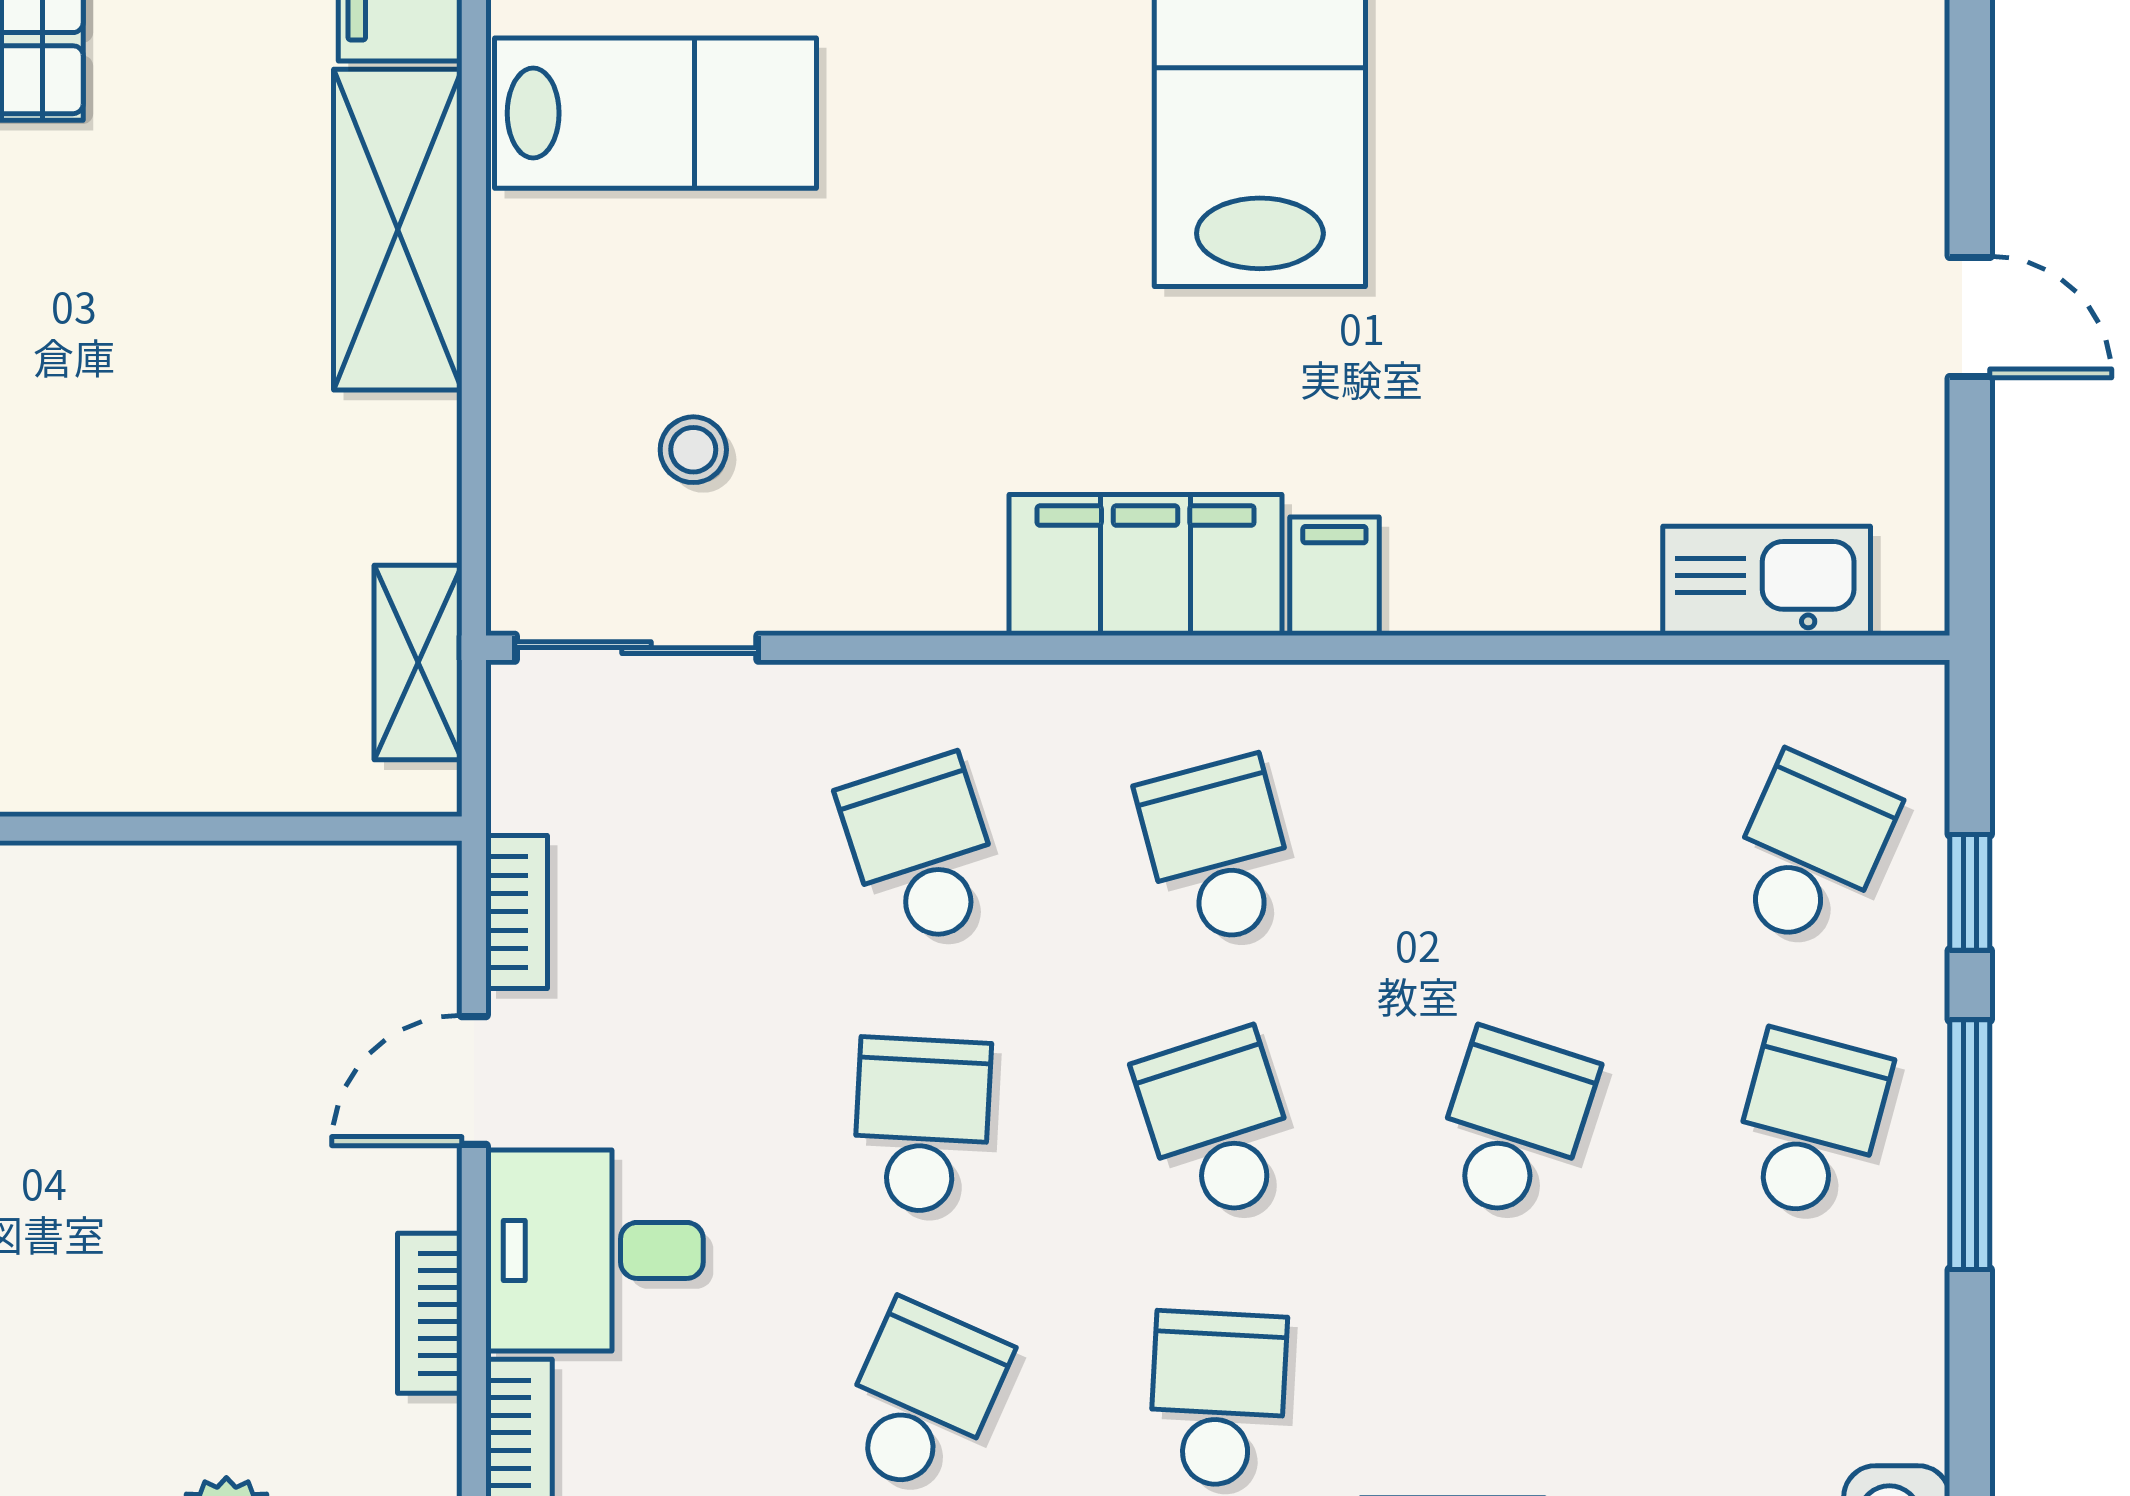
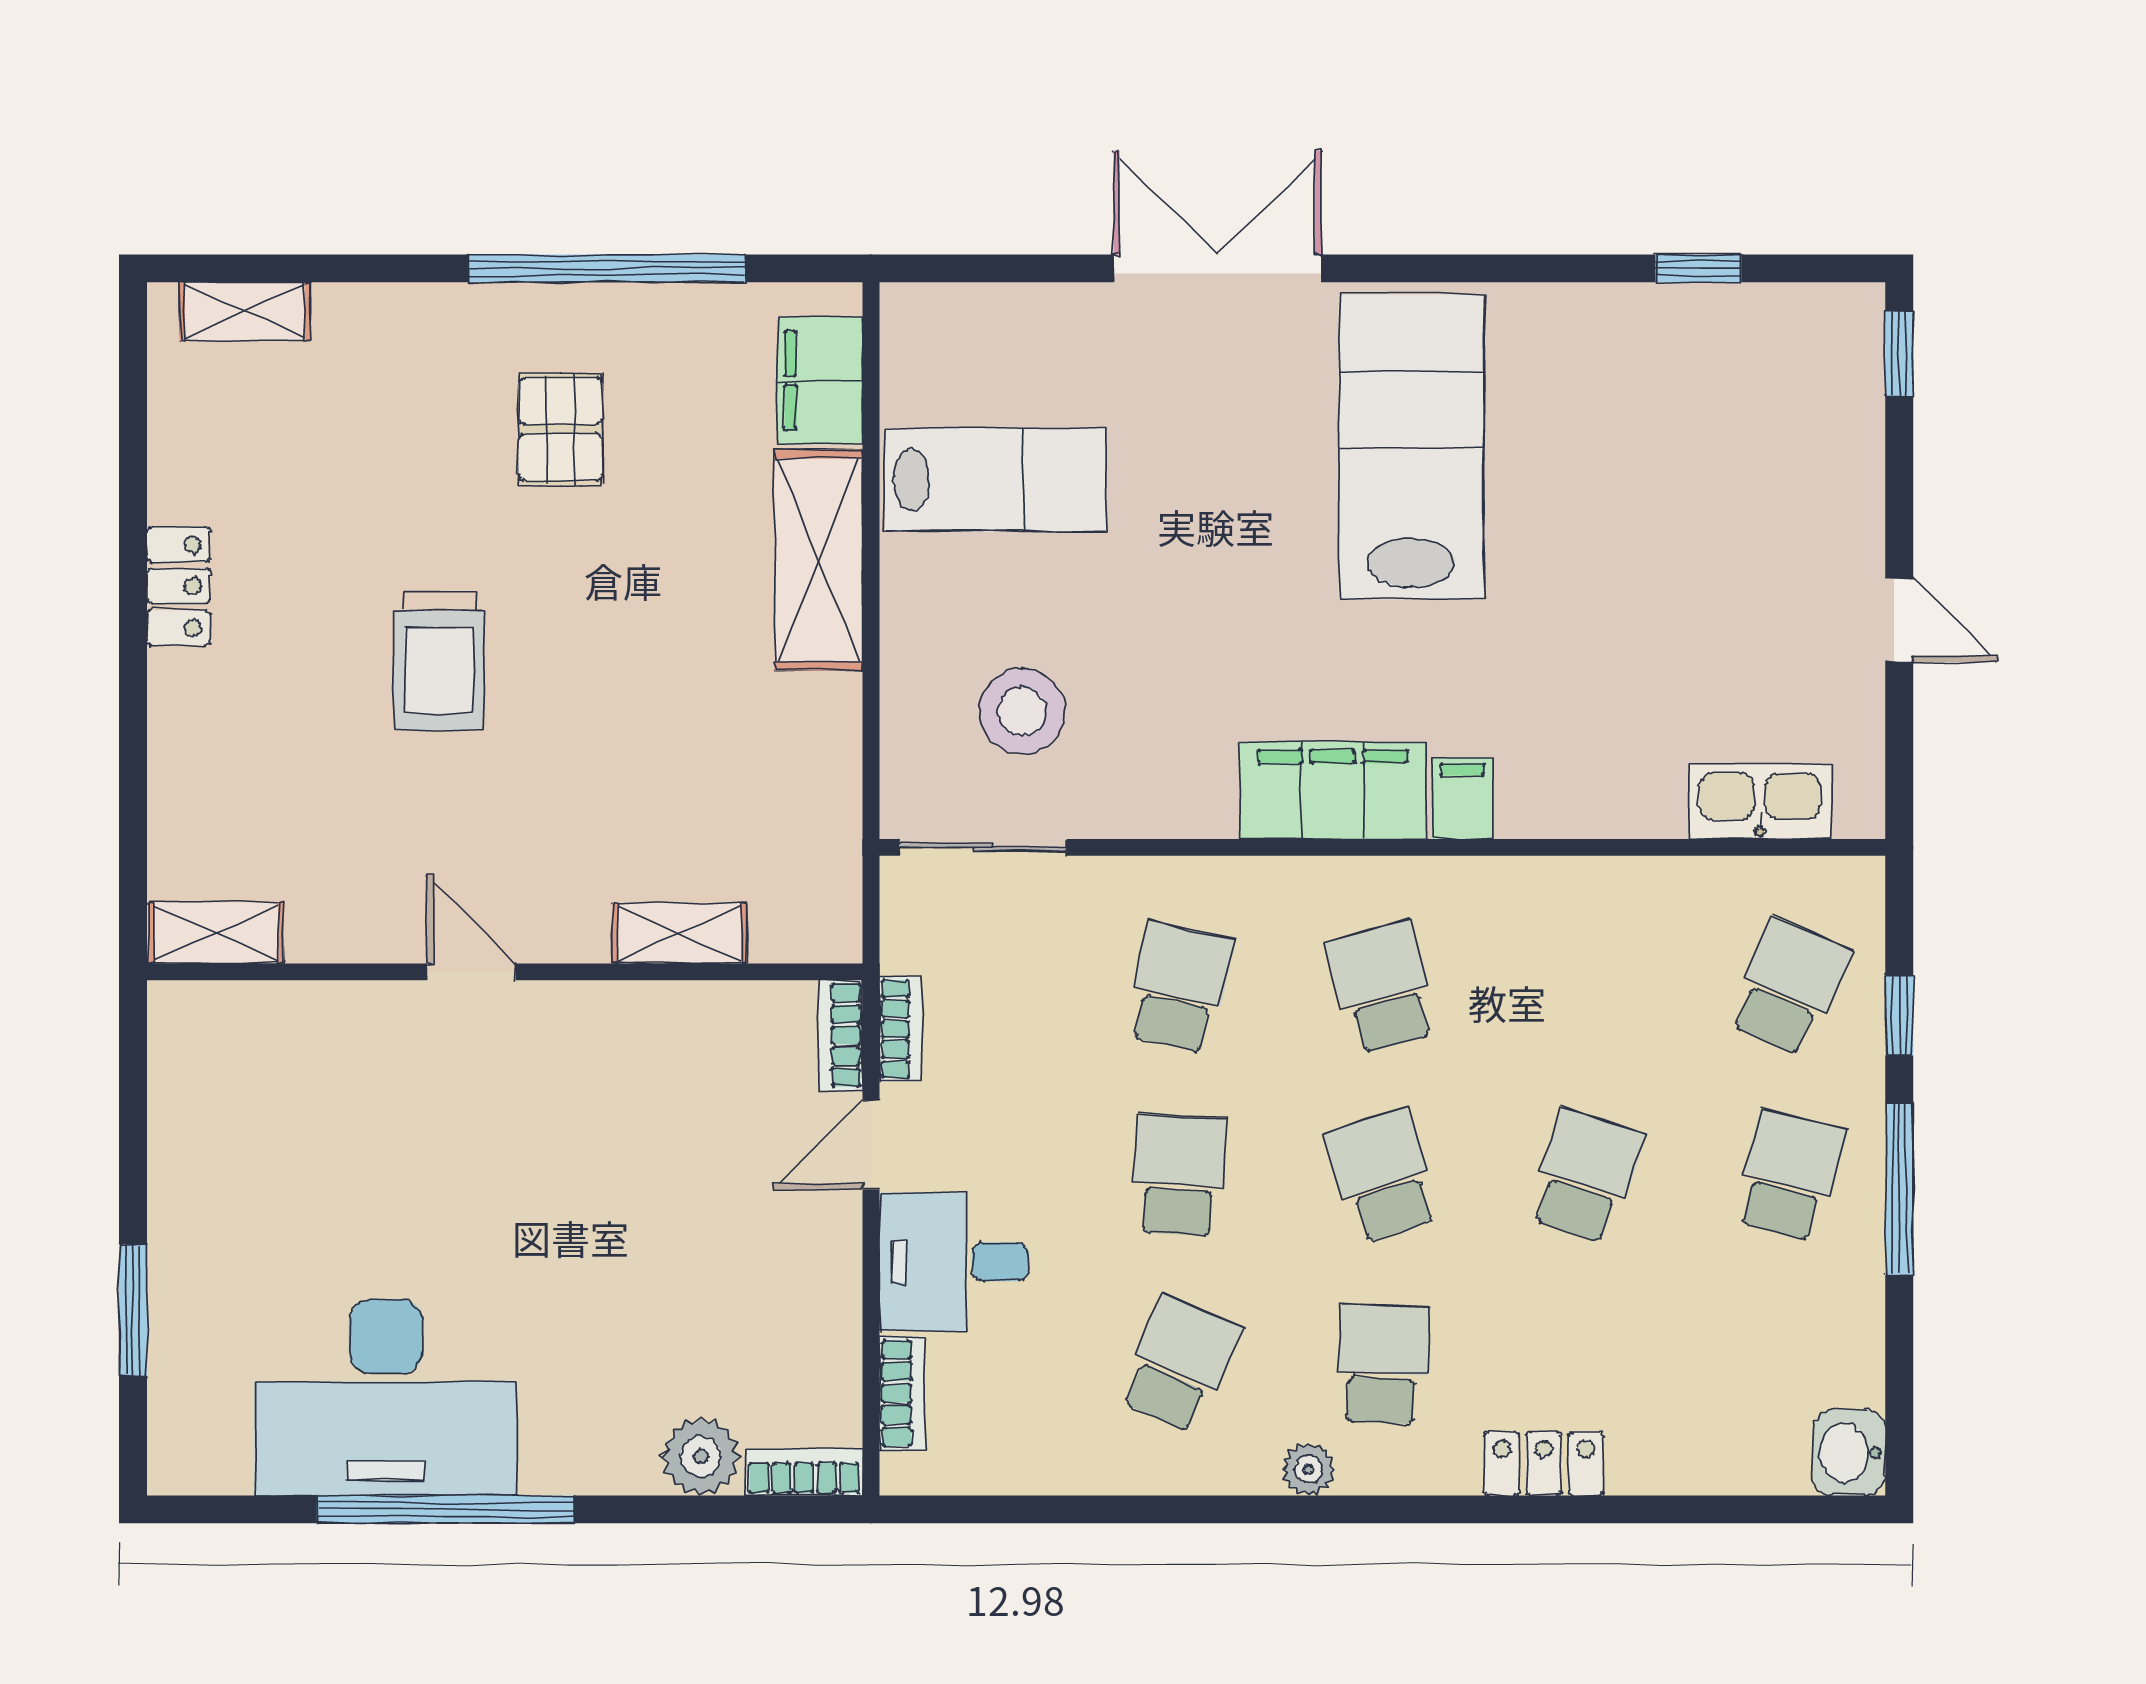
stool: (693, 450) -> (1022, 711), width x1.89, depth x1.89
shelving: (418, 662) -> (680, 933), moved, turned 90
school desk: (922, 851) -> (1179, 987), turned 30
bookcase: (430, 1313) -> (841, 1035), moved

